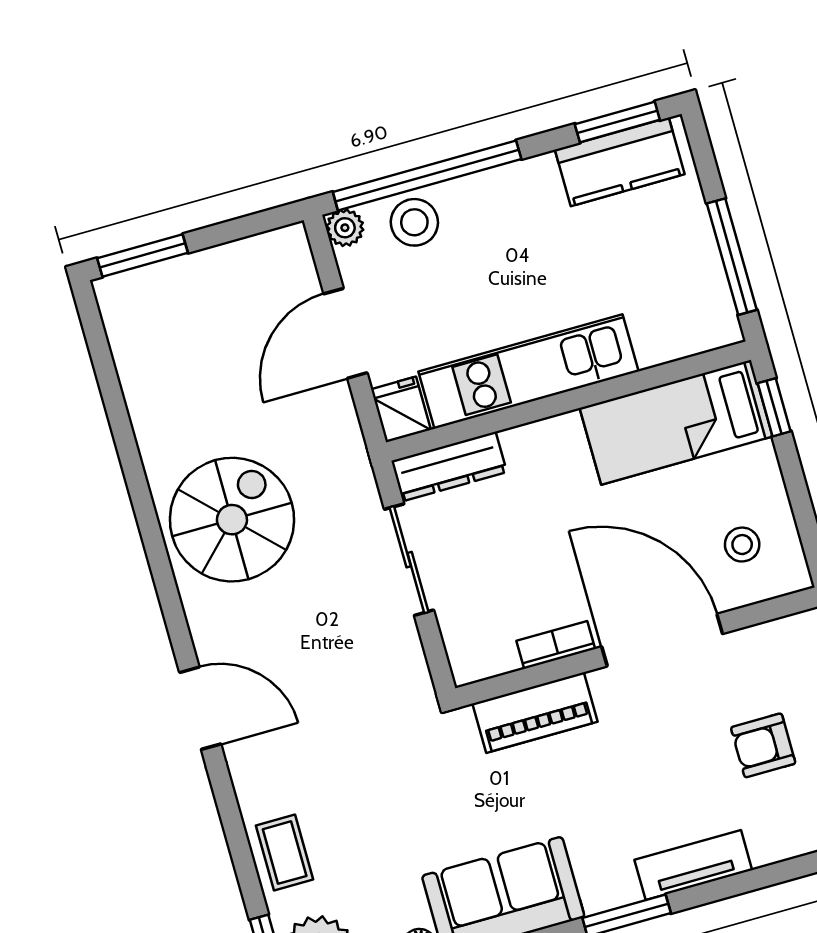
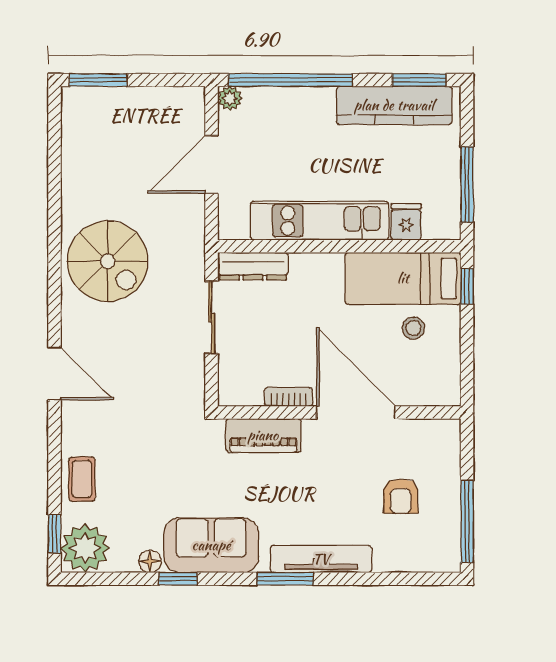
kitchen counter: (620, 162) -> (394, 105), width x1.50
stool: (414, 222) -> (274, 107), removed
fridge: (401, 410) -> (406, 222), moved
spiral stairs: (232, 520) -> (108, 261), turned 90
stool: (742, 545) -> (413, 328), moved
armchair: (763, 745) -> (401, 496), turned -90
tv unit: (693, 865) -> (321, 559), width x1.41

